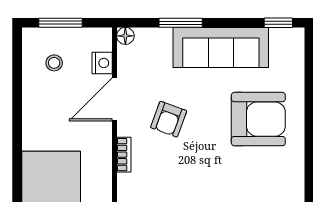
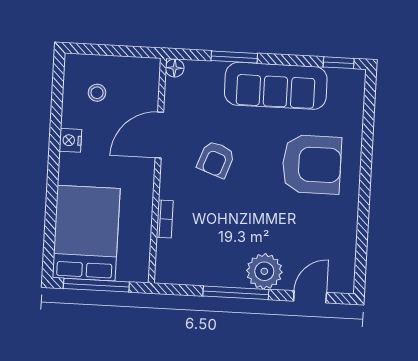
window: (61, 23) -> (106, 50), removed
nightstand: (102, 63) -> (70, 140), moved, turned 180
bookcase: (124, 155) -> (165, 219), moved

